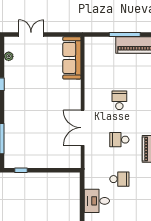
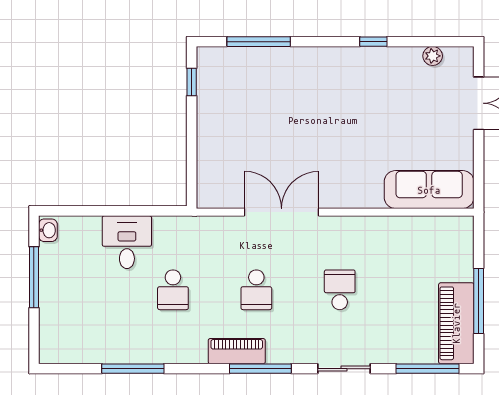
school desk: (119, 100) -> (340, 290), turned -90
school desk: (119, 140) -> (256, 290), turned 180

